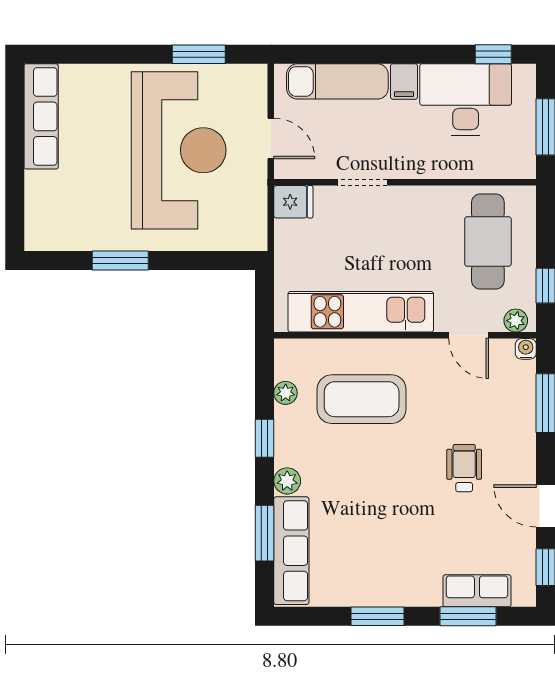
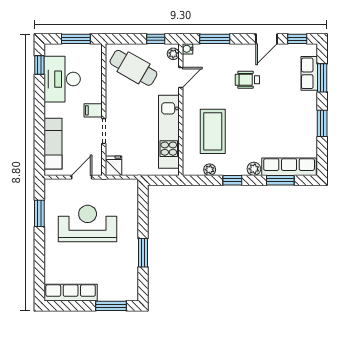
filing cabinet: (404, 82) -> (93, 110), moved, turned 180
reception desk: (179, 150) -> (88, 223), width x0.74, depth x0.77
window: (15, 197) -> (111, 306), added
cafe table: (488, 241) -> (133, 68), turned 30

